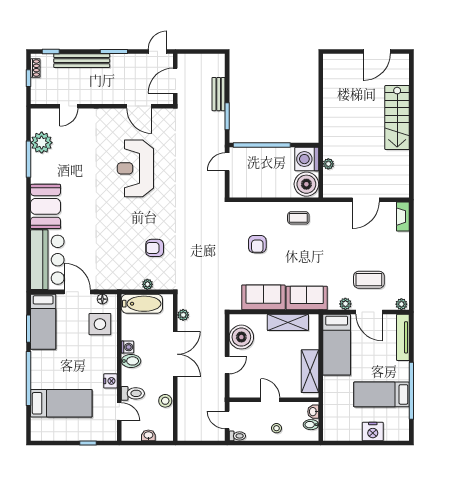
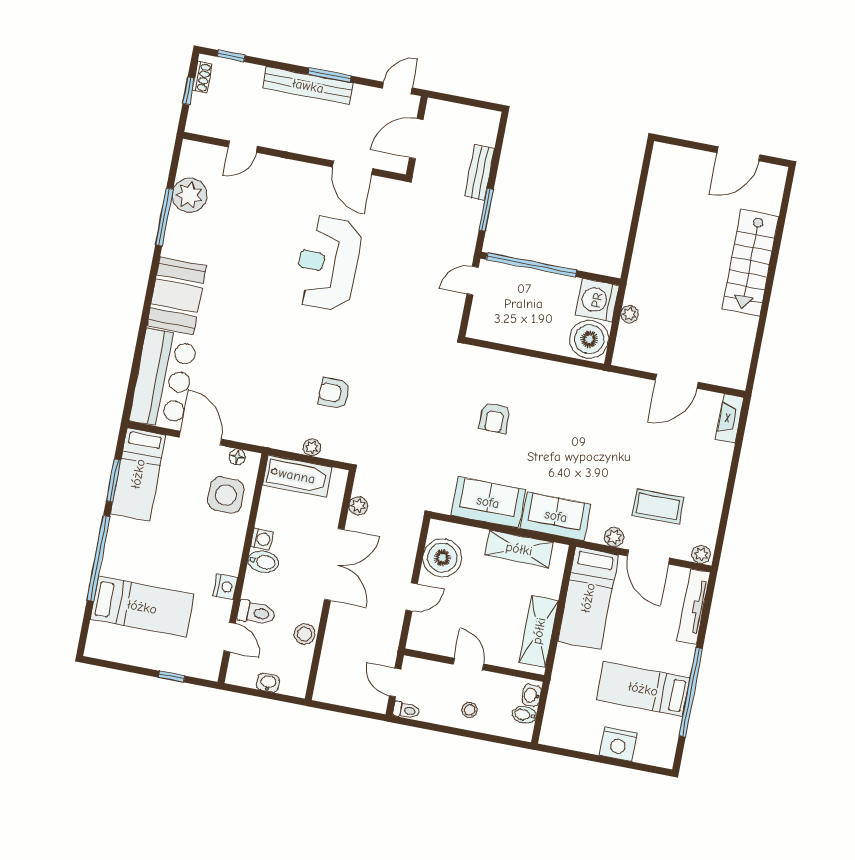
bench: (82, 61) -> (308, 86), moved
coffee table: (298, 218) -> (567, 389), removed

